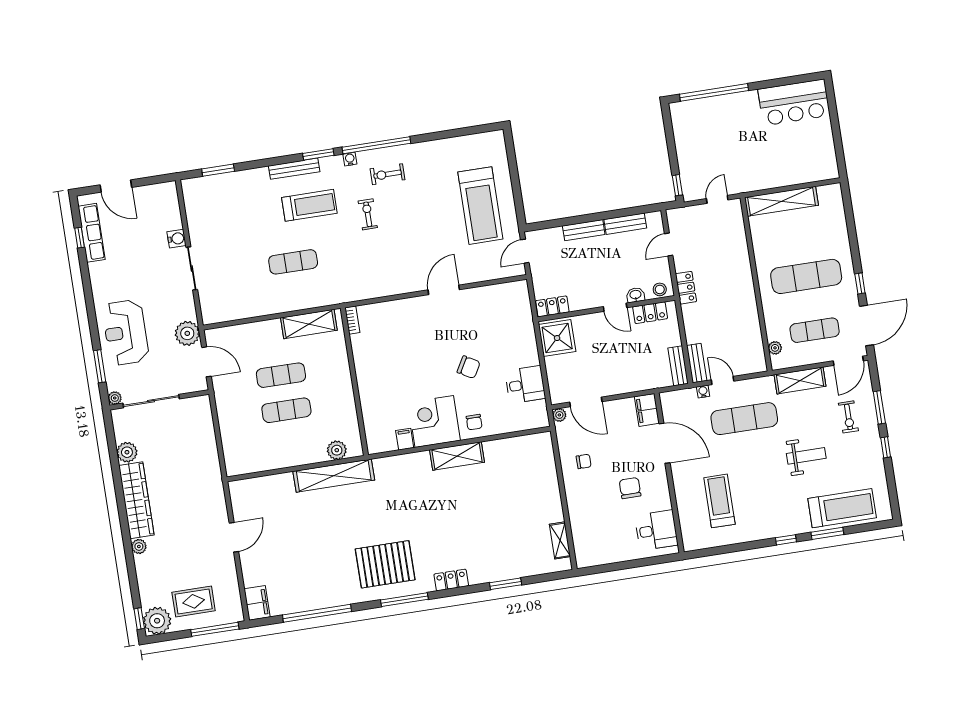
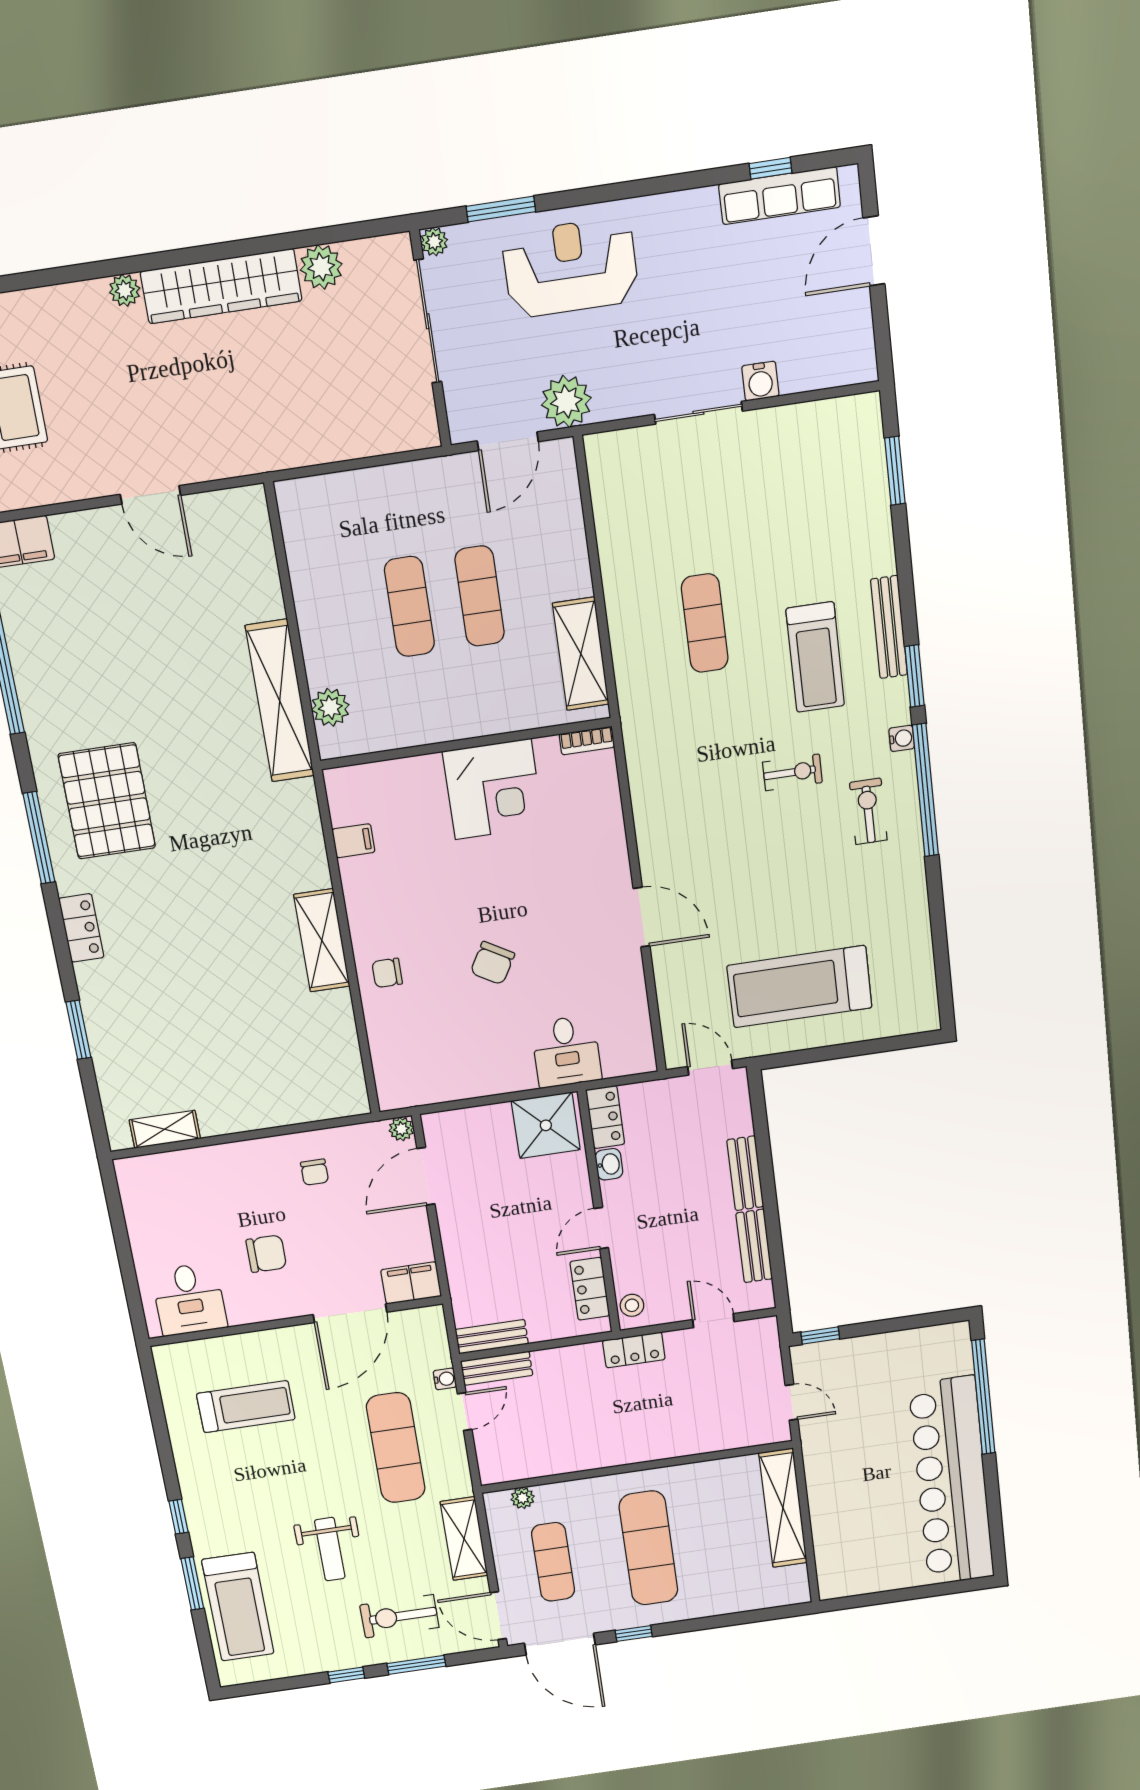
bar counter: (794, 102) -> (952, 1481), width x1.86
washbasin: (635, 295) -> (609, 1164), moved
desk: (525, 385) -> (566, 1051), moved
exercise bike: (848, 417) -> (399, 1616), width x1.38, depth x1.39
corner desk: (434, 422) -> (493, 789), moved, turned 90

